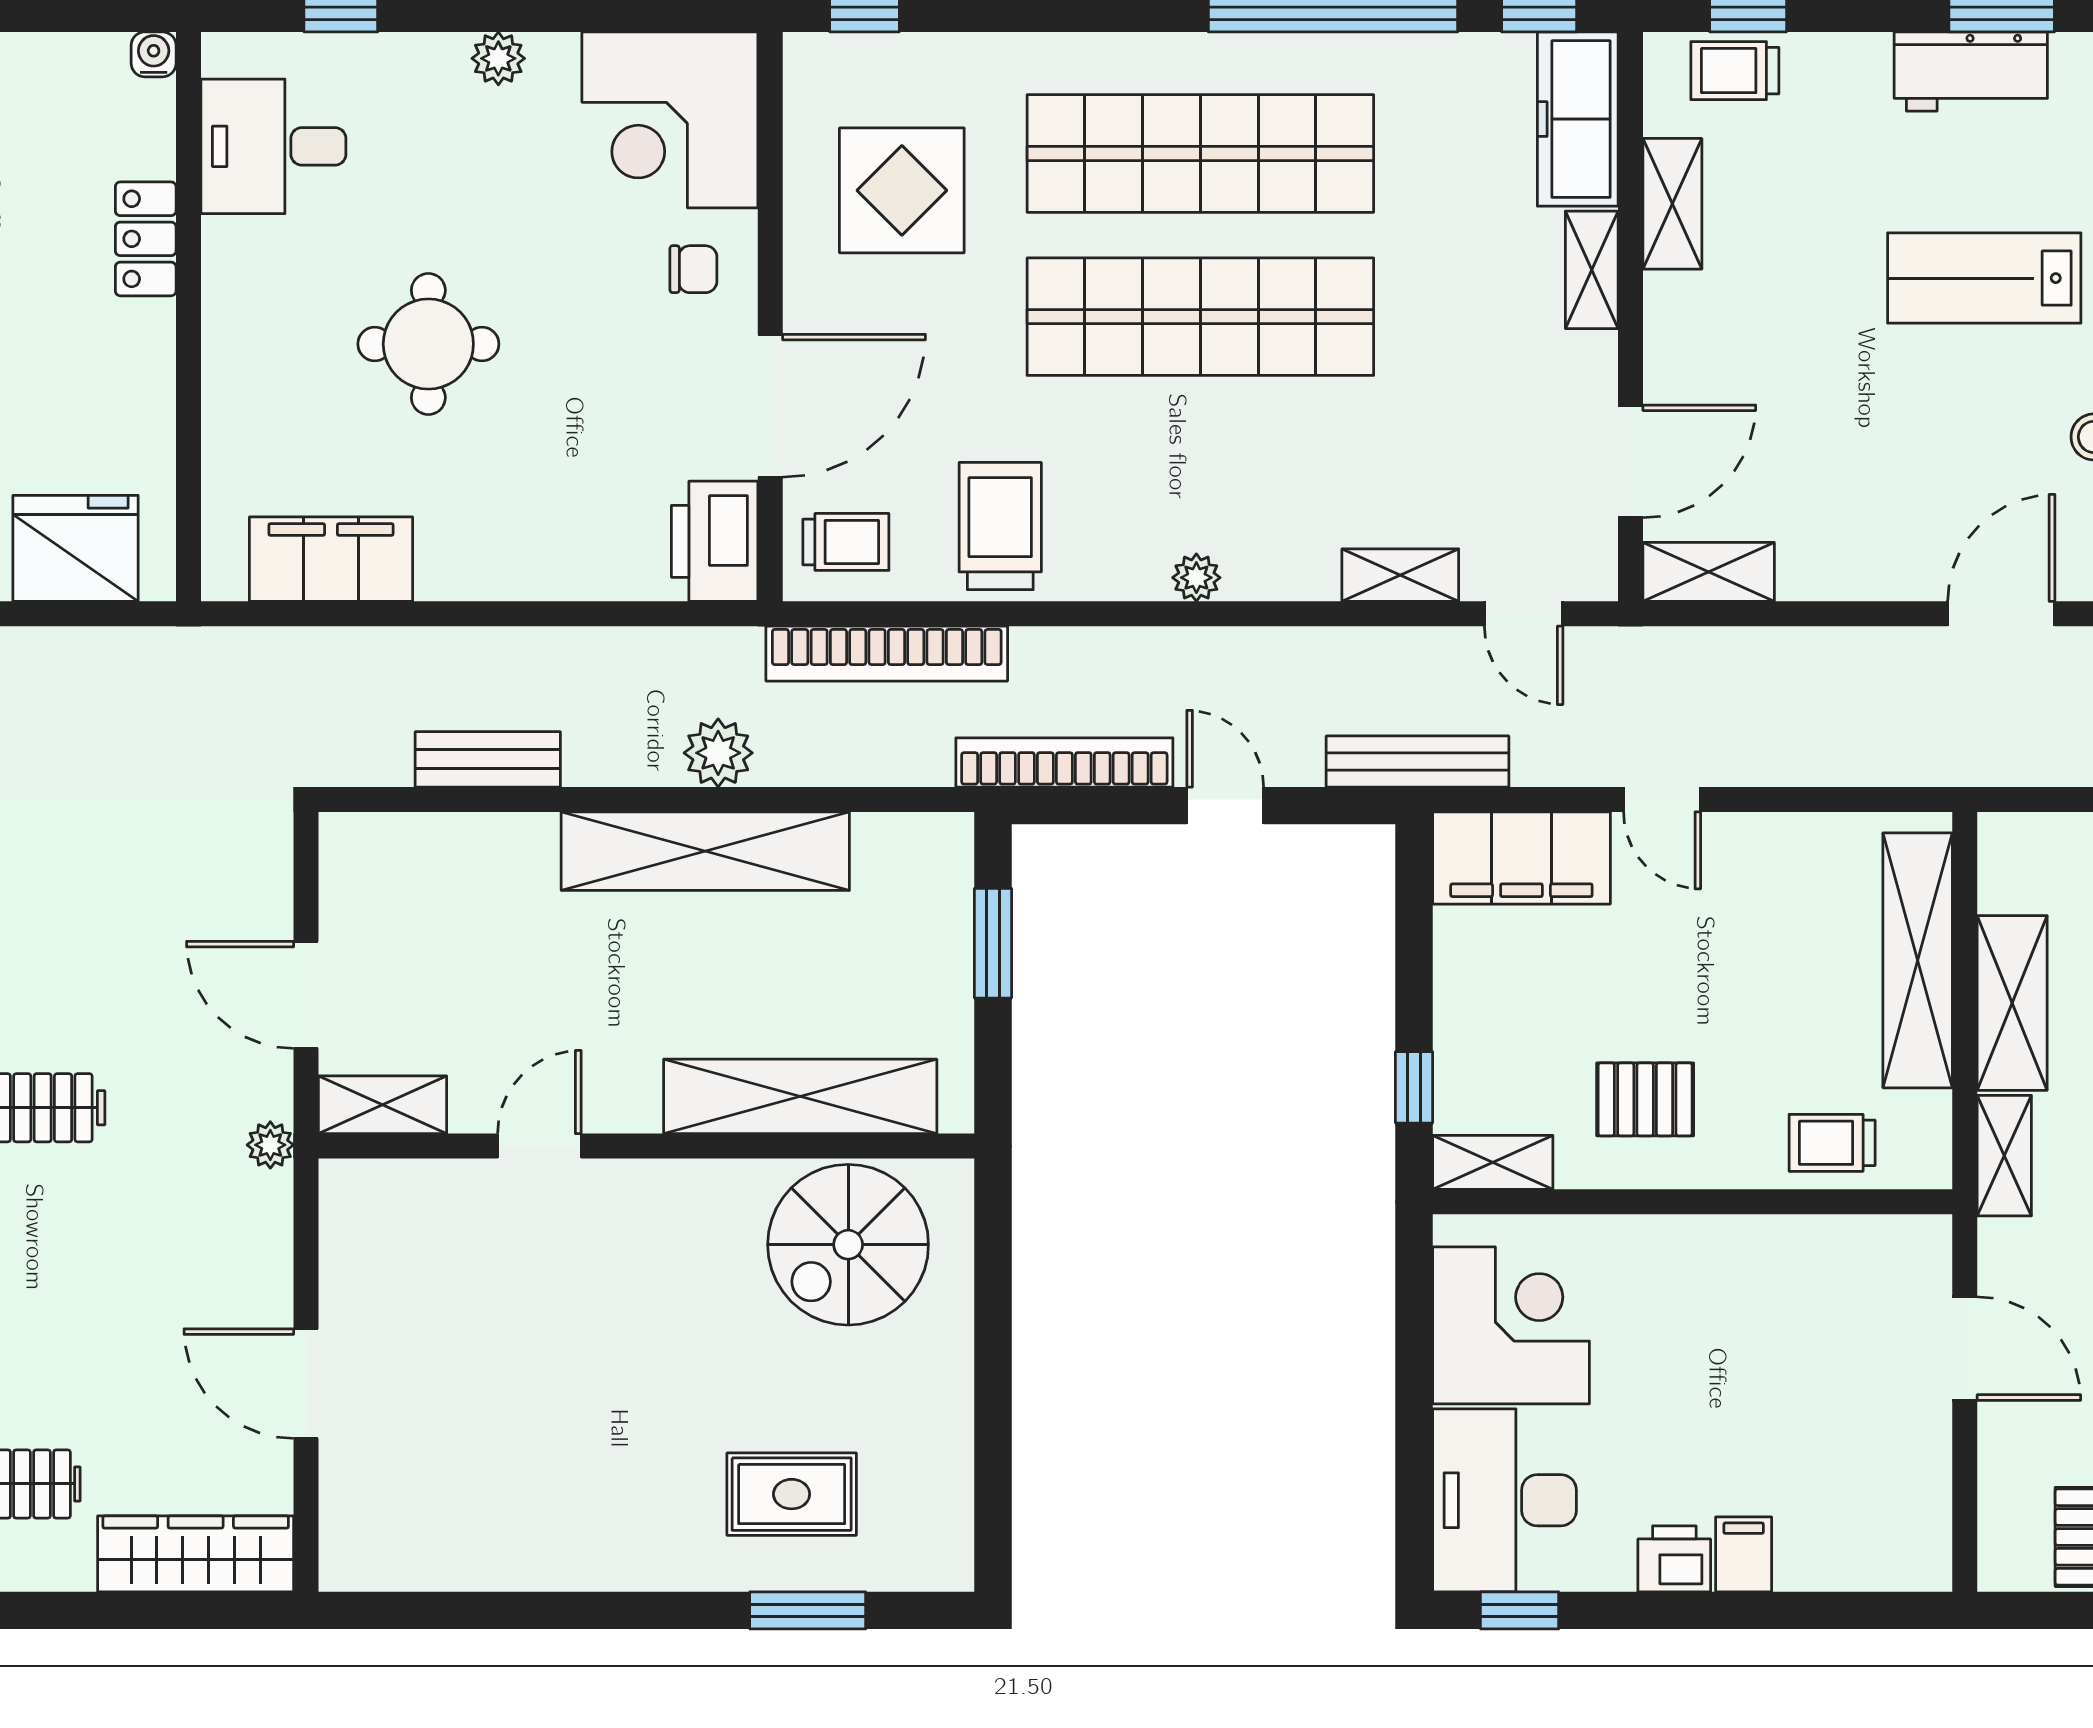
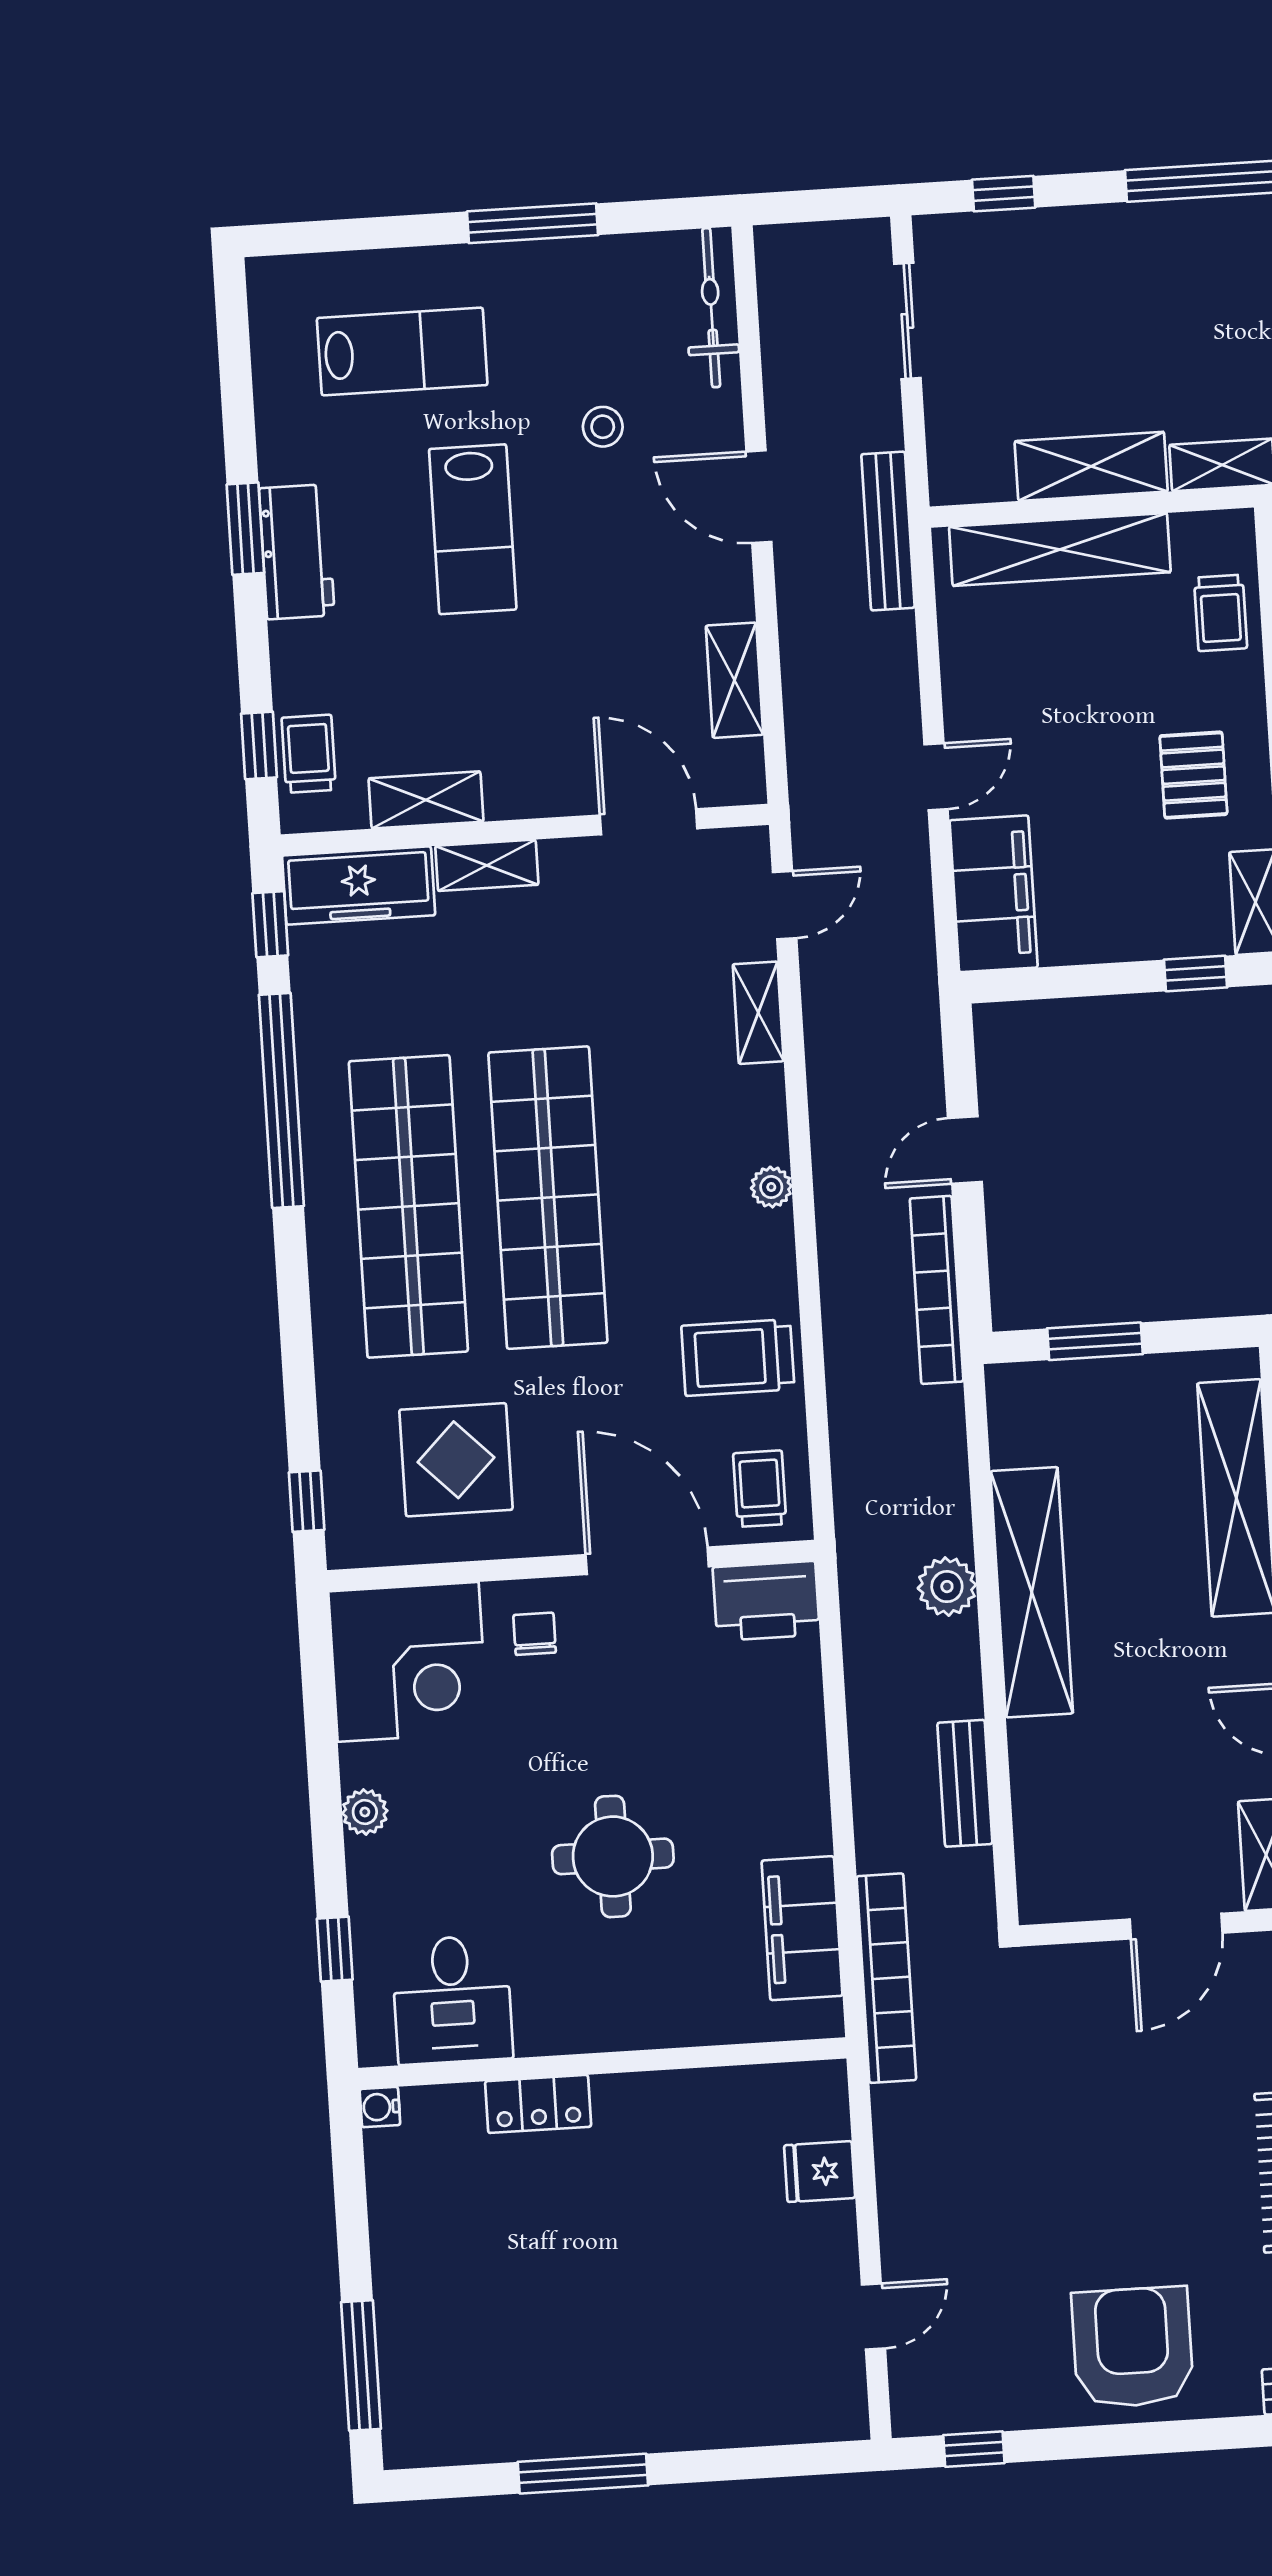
trolley: (1735, 71) -> (309, 754), turned 180
fridge: (76, 548) -> (820, 2172), width x0.53, depth x0.75
shelving: (1709, 572) -> (734, 680), moved
bookcase: (887, 654) -> (886, 1978), moved
bench: (1418, 762) -> (888, 531), moved

